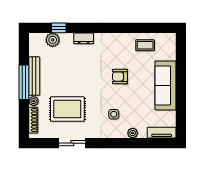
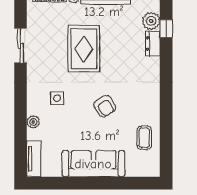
dresser: (84, 38) -> (153, 43), moved
armchair: (120, 77) -> (105, 106), turned 148
rug: (67, 109) -> (84, 49), moved

